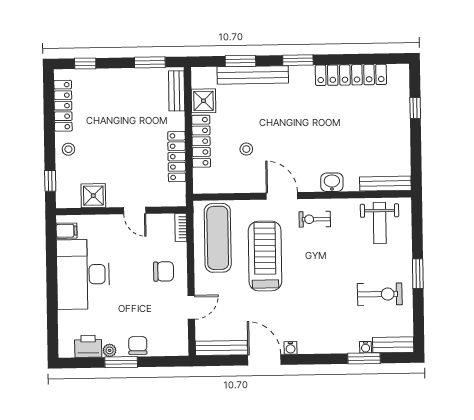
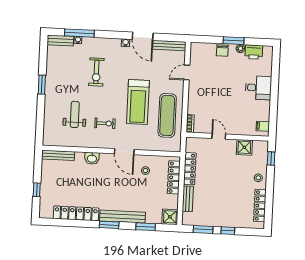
window: (85, 63) -> (228, 231), moved
bench: (253, 75) -> (122, 217), moved
bench: (177, 91) -> (188, 199), moved
shower: (203, 101) -> (170, 217), moved
washbasin: (332, 182) -> (92, 158), moved
bench: (385, 184) -> (58, 155), moved
door: (282, 196) -> (124, 152), moved
wall: (302, 196) -> (111, 151), moved
weight bench: (380, 223) -> (75, 114), moved
chair: (164, 271) -> (203, 96), removed
desk: (83, 274) -> (258, 88), width x0.53, depth x0.77
exercise bike: (380, 294) -> (96, 72), moved, turned -90
window: (364, 358) -> (79, 33), width x1.44

